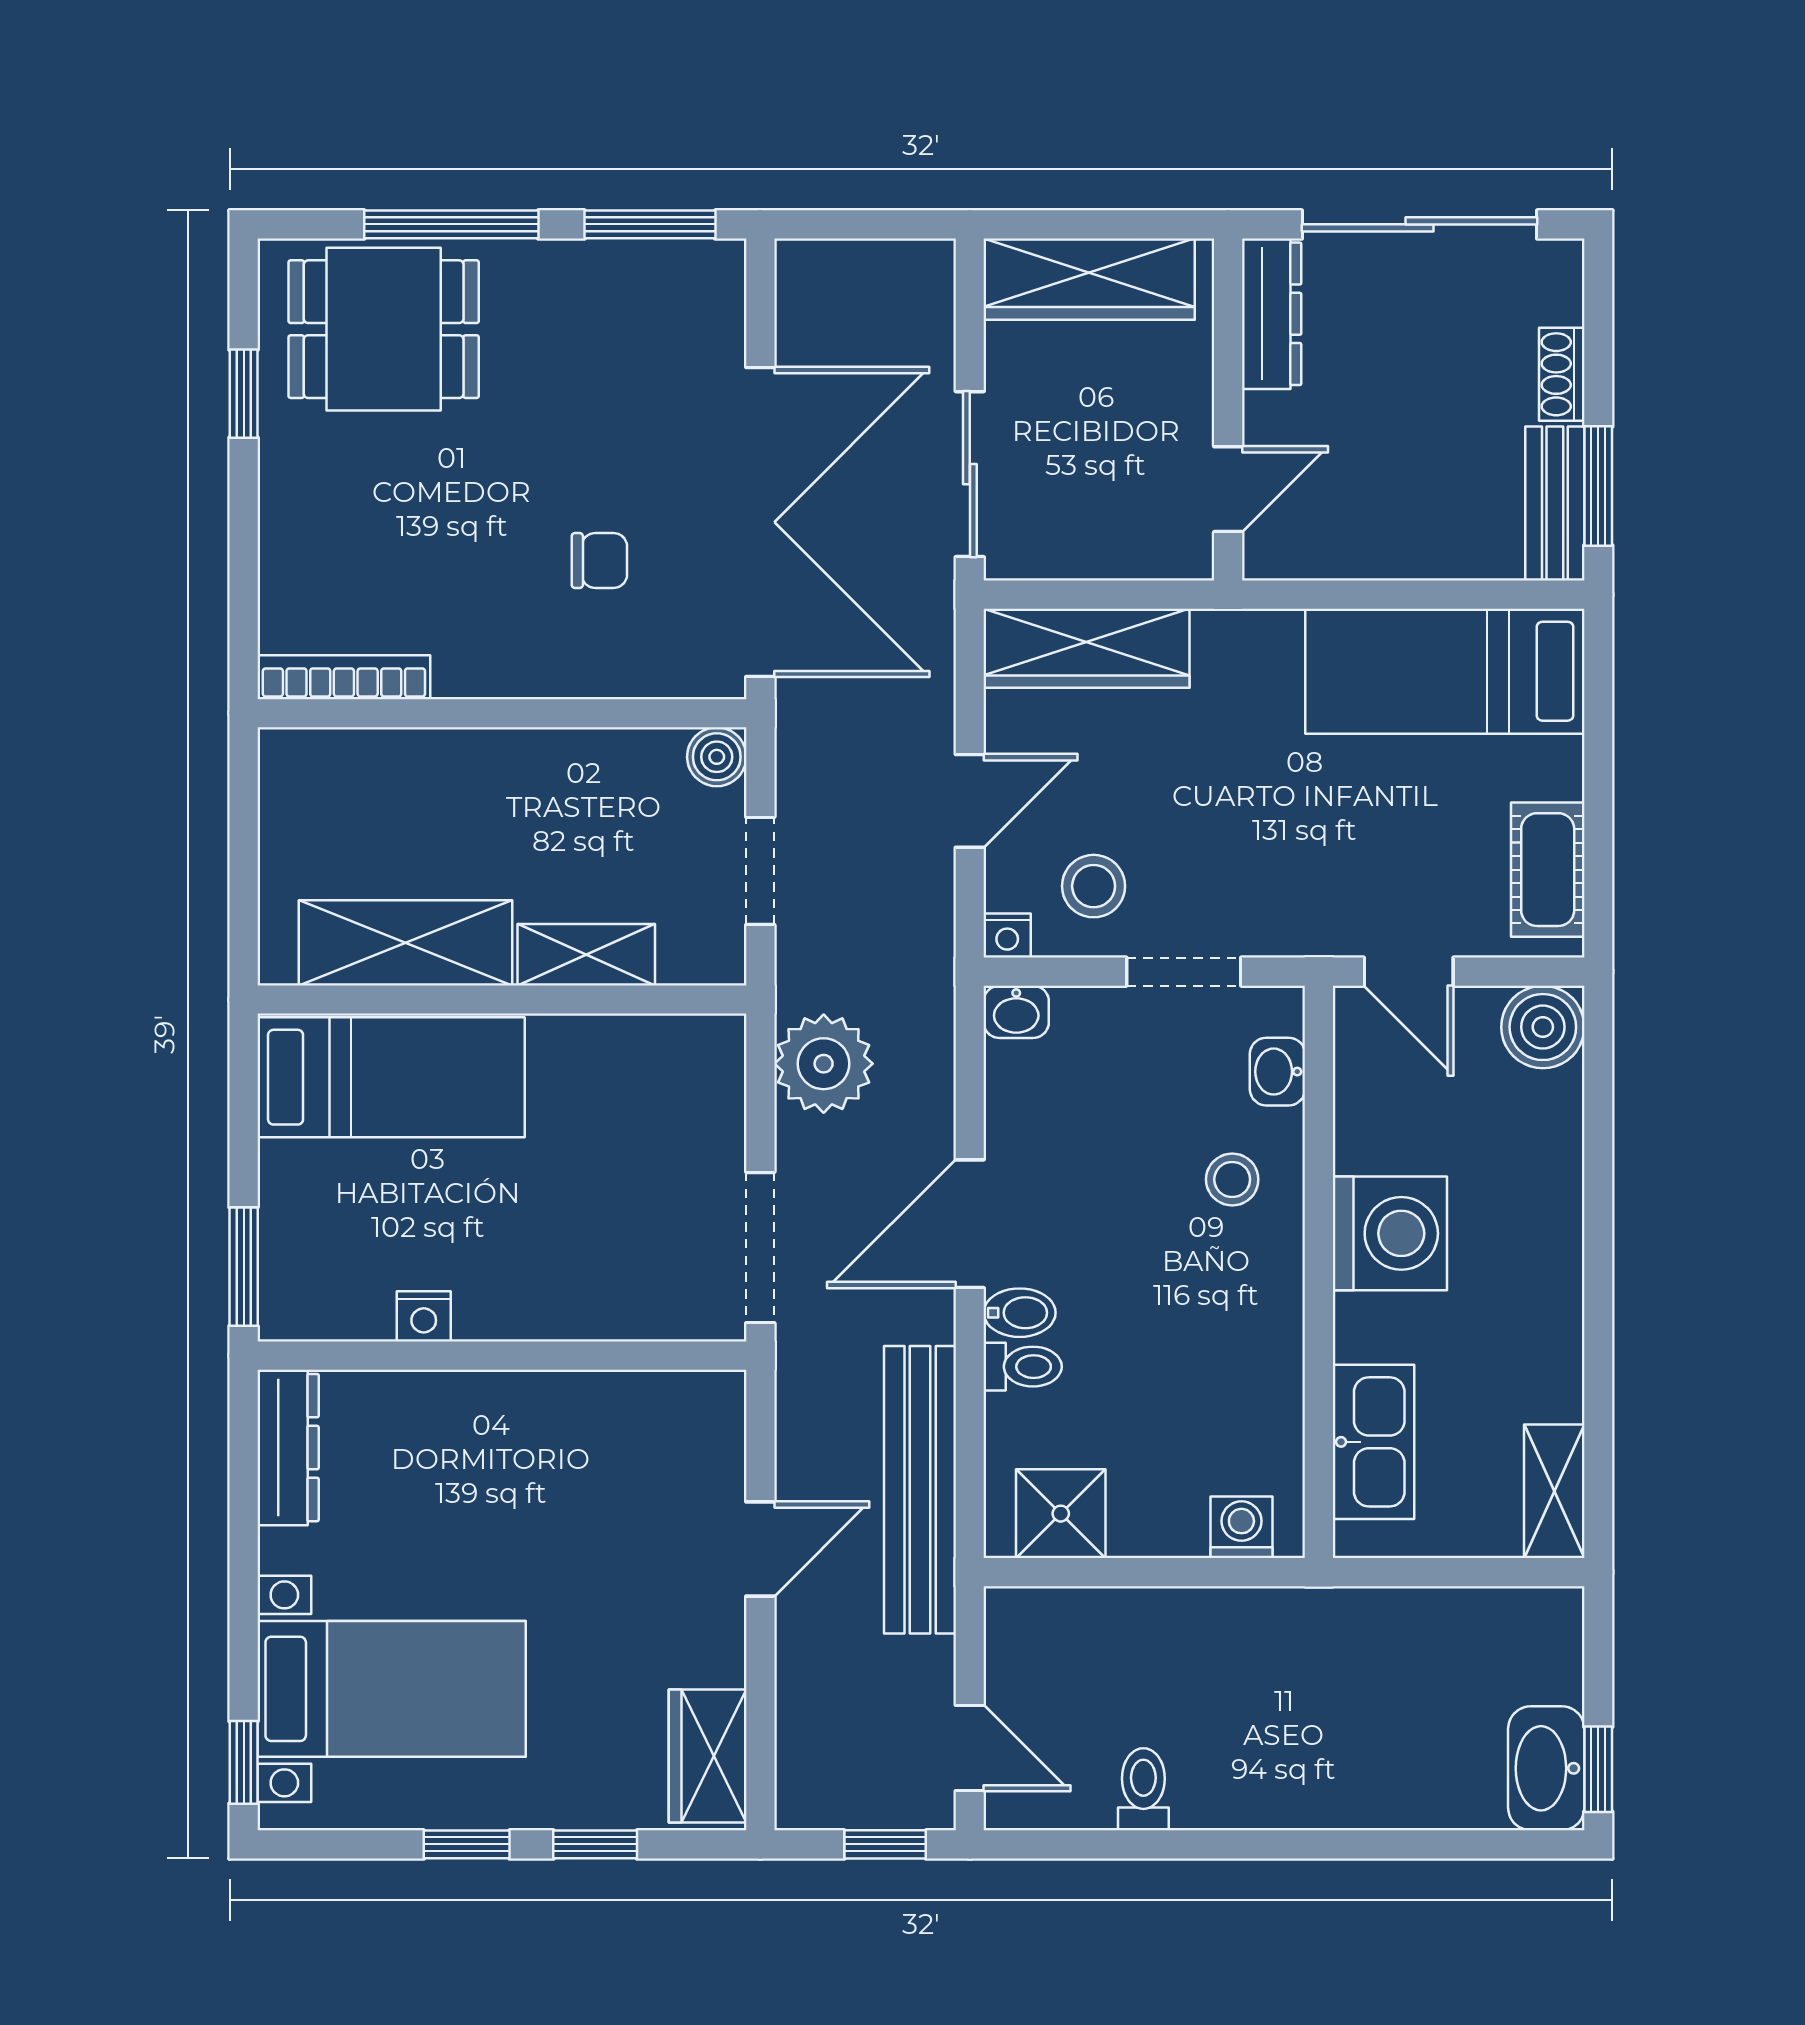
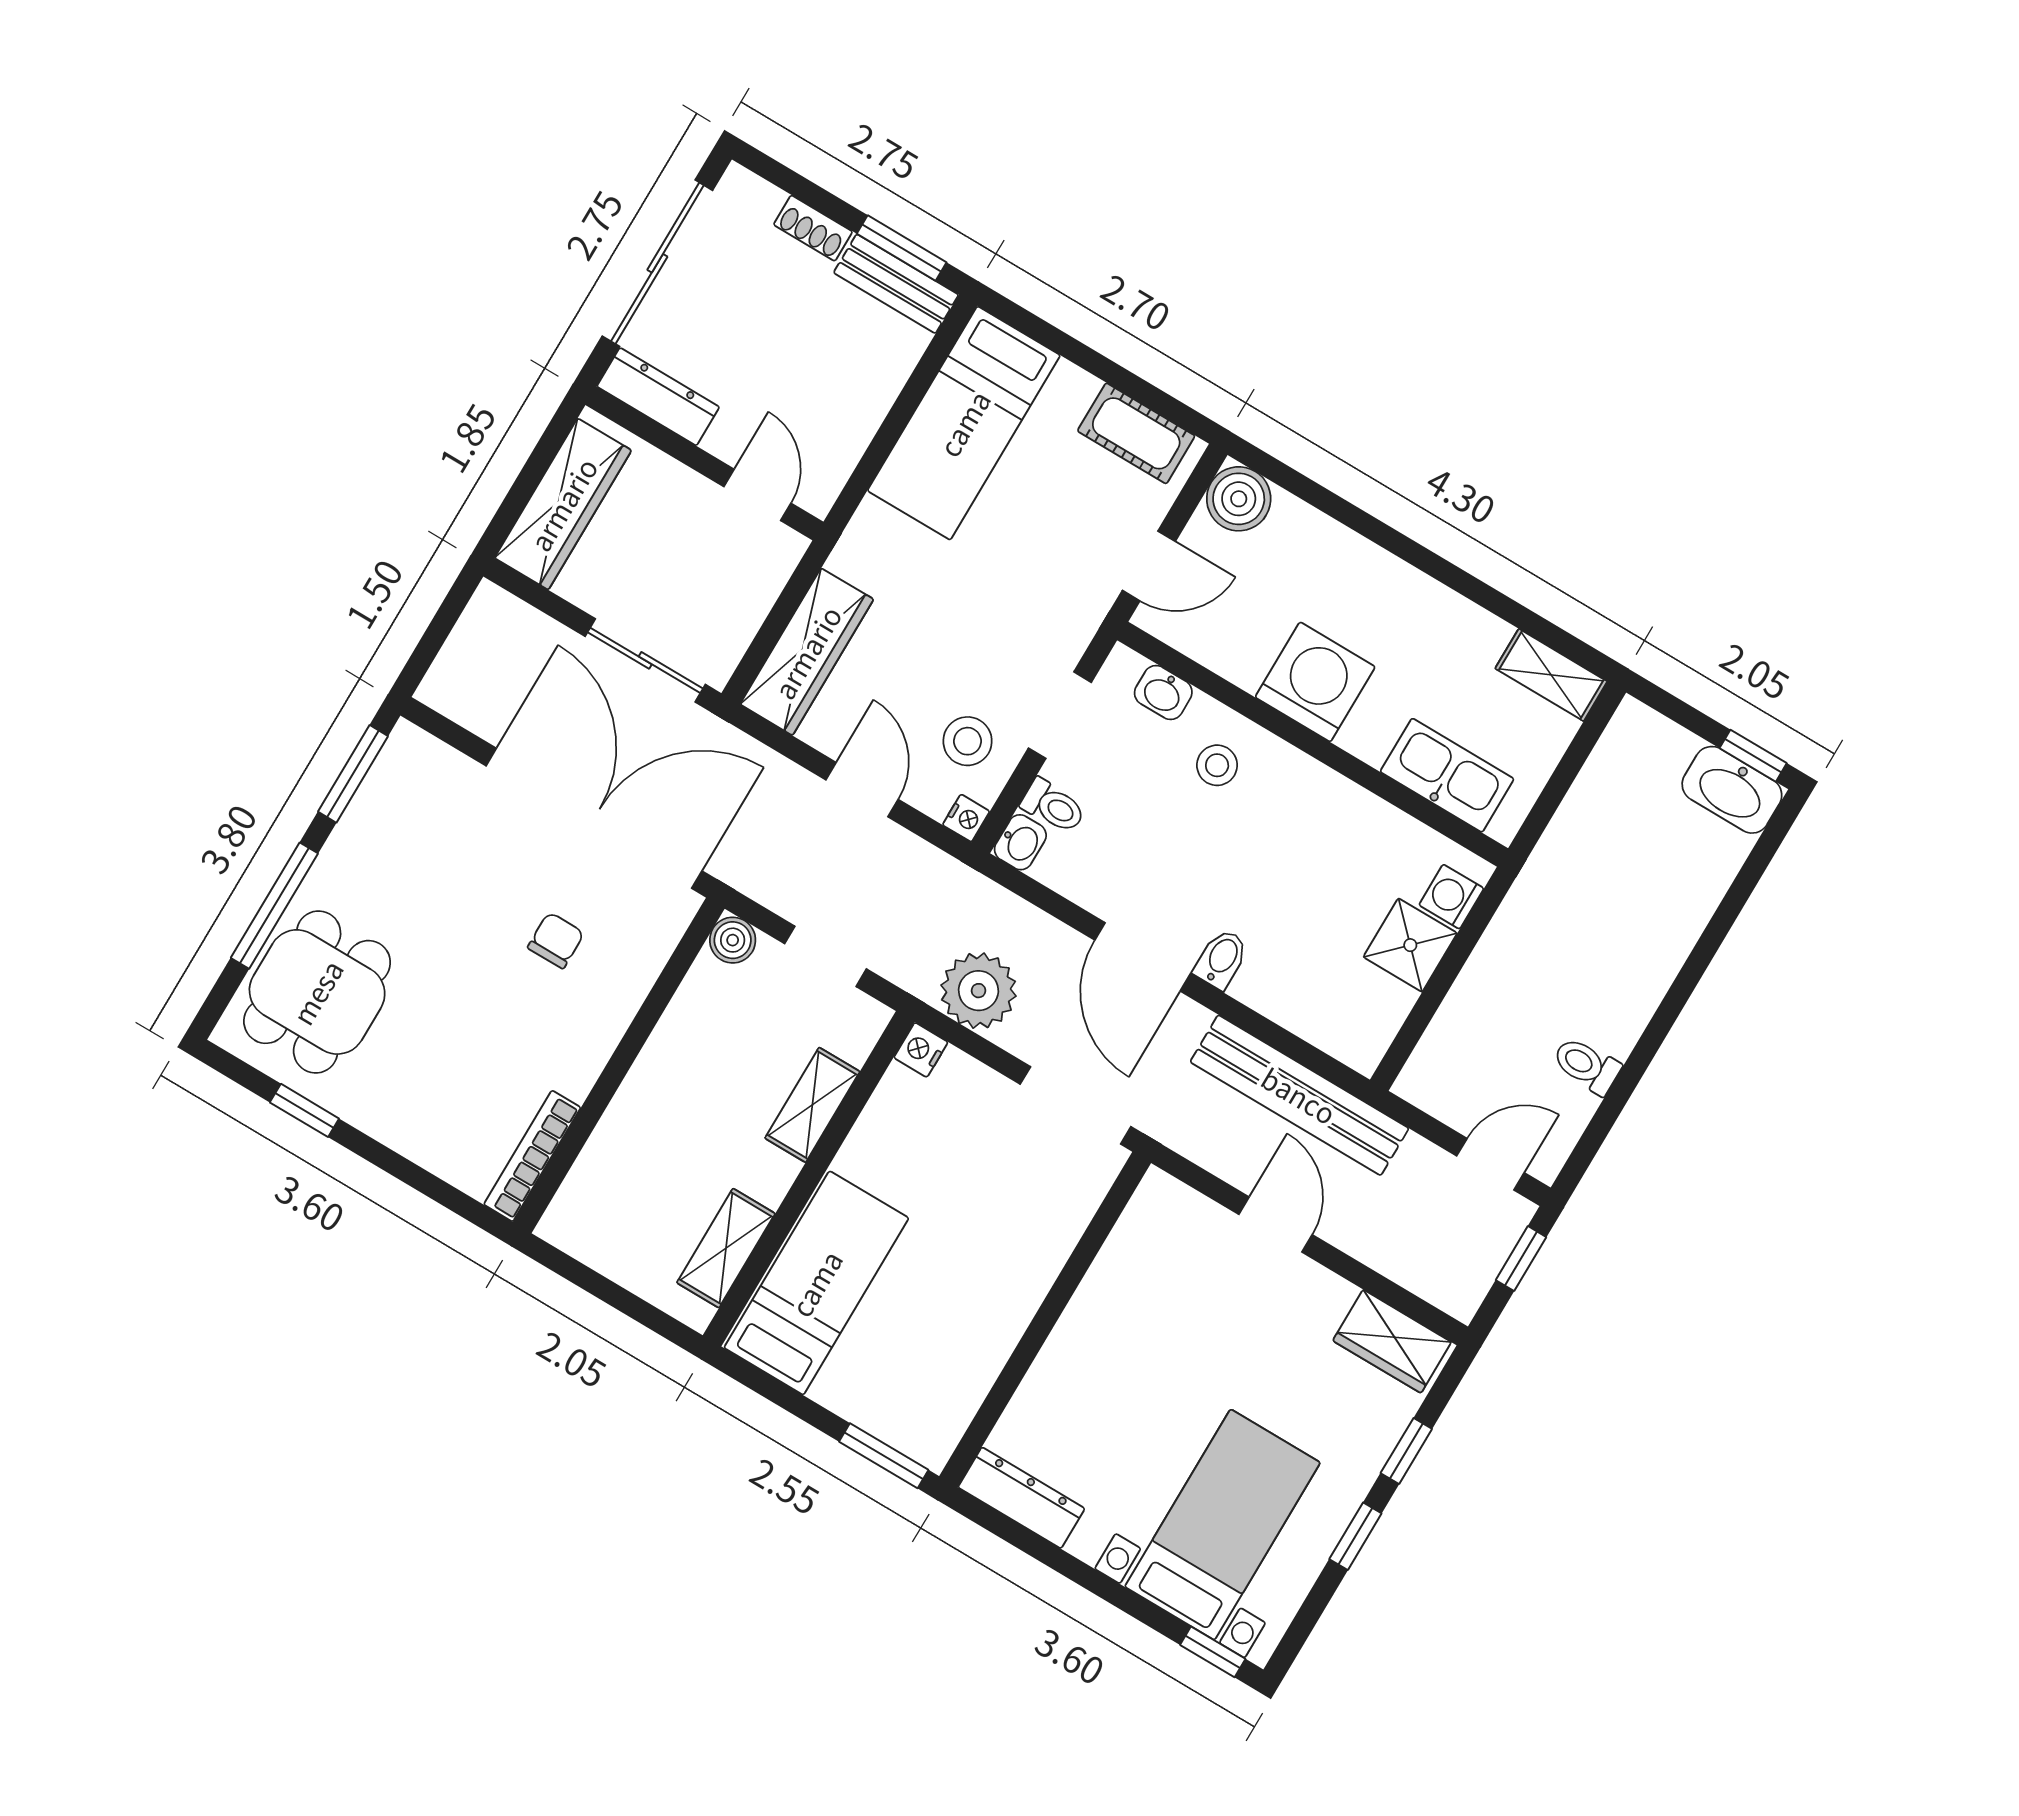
shelving: (405, 943) -> (726, 1248), width x0.67, depth x0.75
nightstand: (424, 1316) -> (921, 1050), moved, turned 180
toilet: (1023, 1367) -> (1053, 806), moved, turned 90
shower: (1061, 1514) -> (1410, 945), moved

